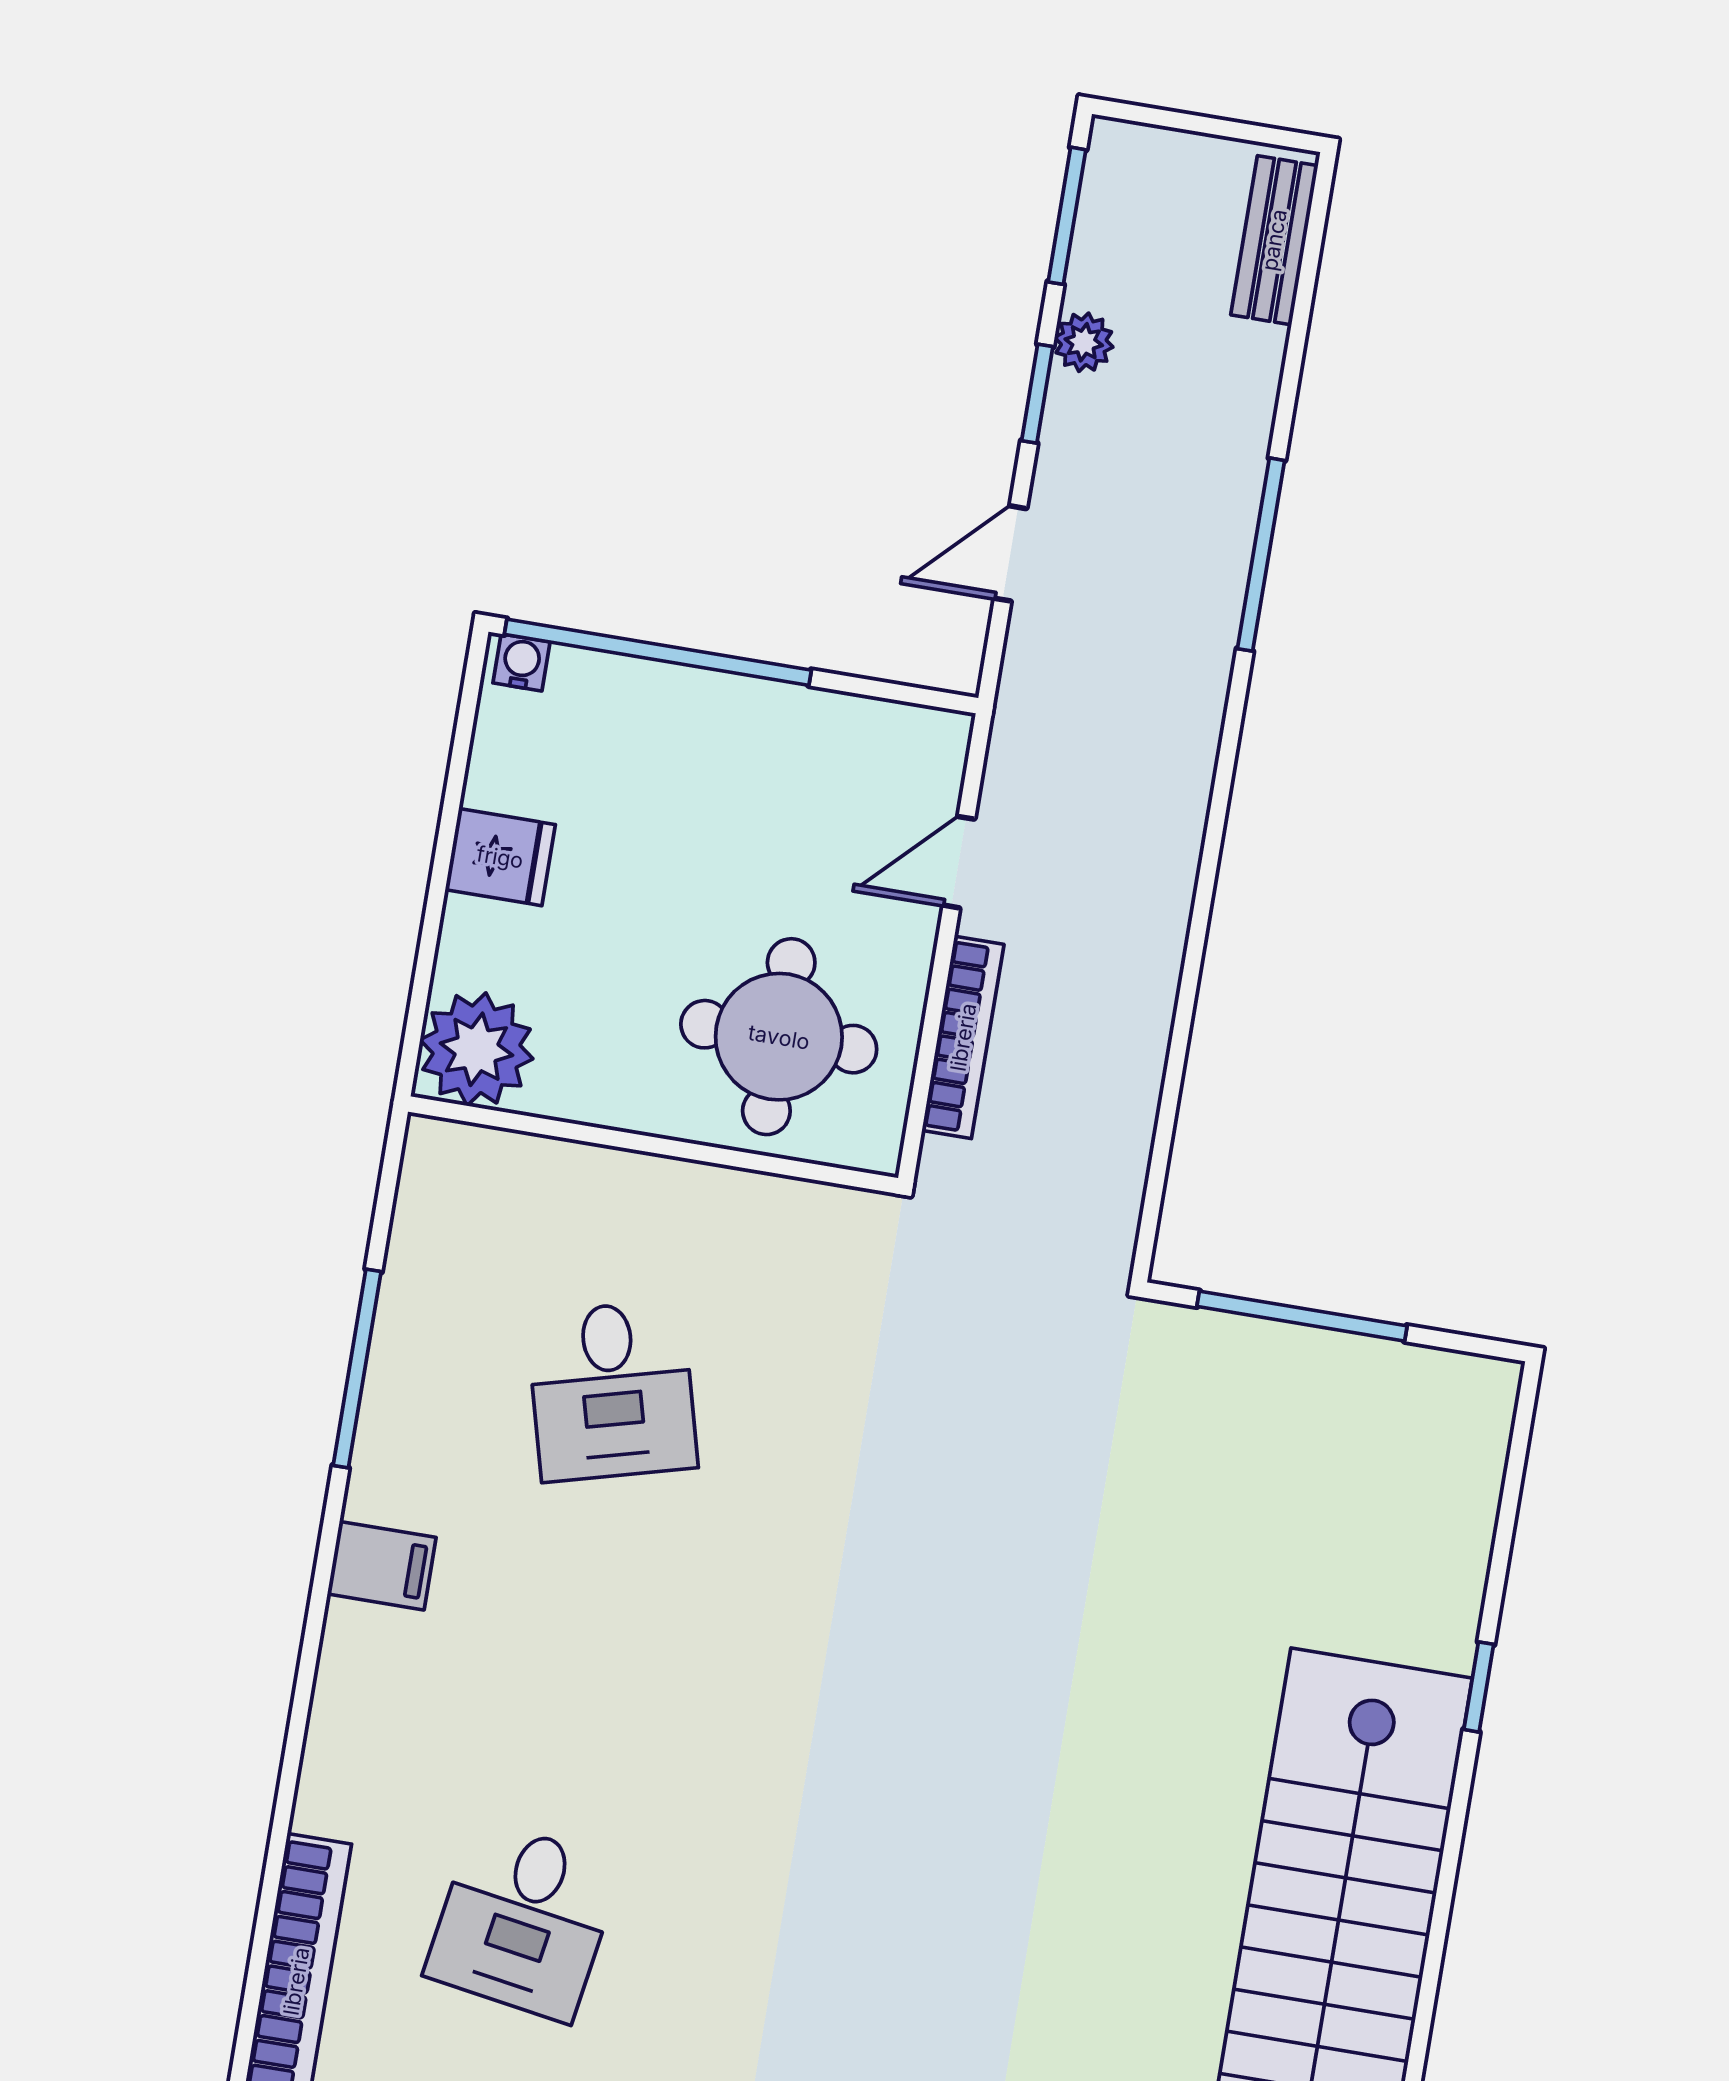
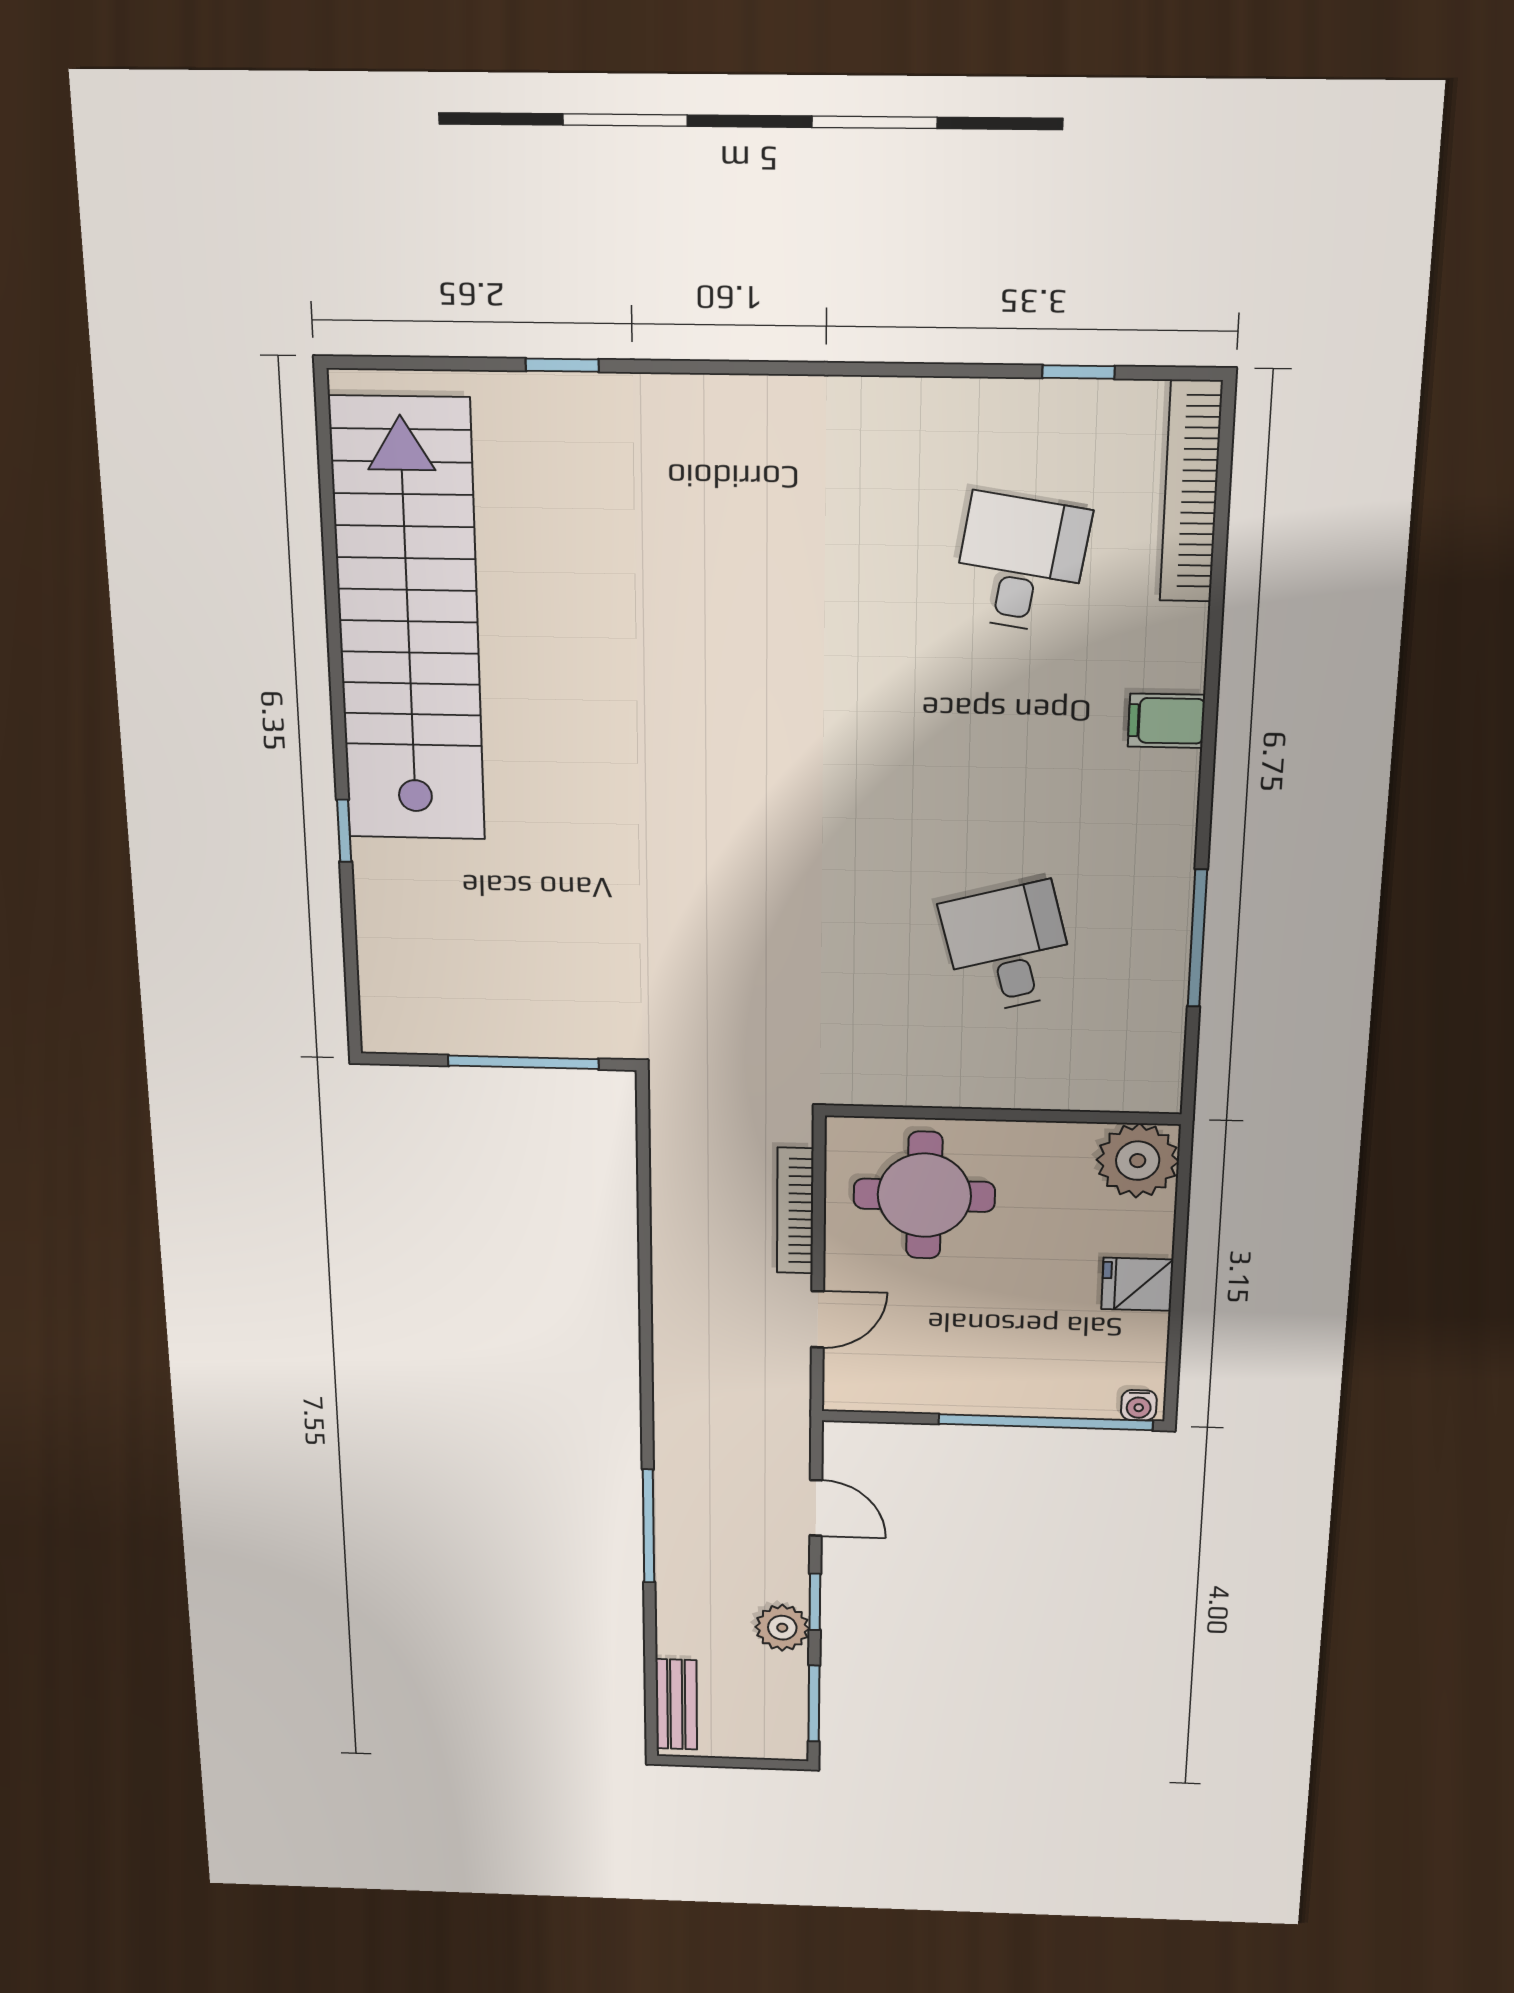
plant: (1084, 342) -> (782, 1628), width x1.38, depth x1.38
door: (1010, 553) -> (816, 1508), hinge flipped
filing cabinet: (382, 1566) -> (1166, 721), moved

